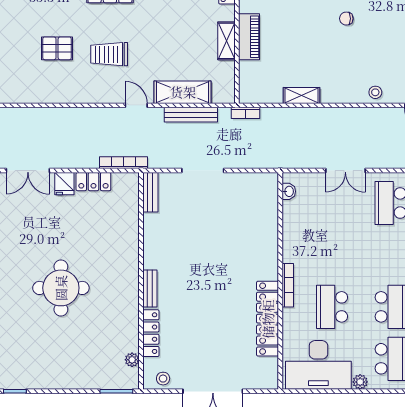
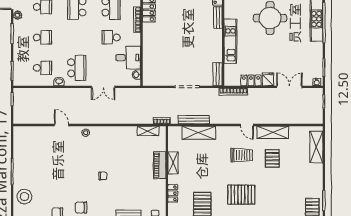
pallet: (57, 48) -> (272, 158), turned 90
shelving: (56, 93) -> (273, 132), added
shelving: (302, 95) -> (148, 131), moved
door: (136, 105) -> (247, 125), moved
double door: (345, 171) -> (103, 87), swing flipped
desk: (303, 220) -> (128, 58), added
kitchen unit: (128, 248) -> (230, 41), added
school desk: (332, 255) -> (111, 37), added

